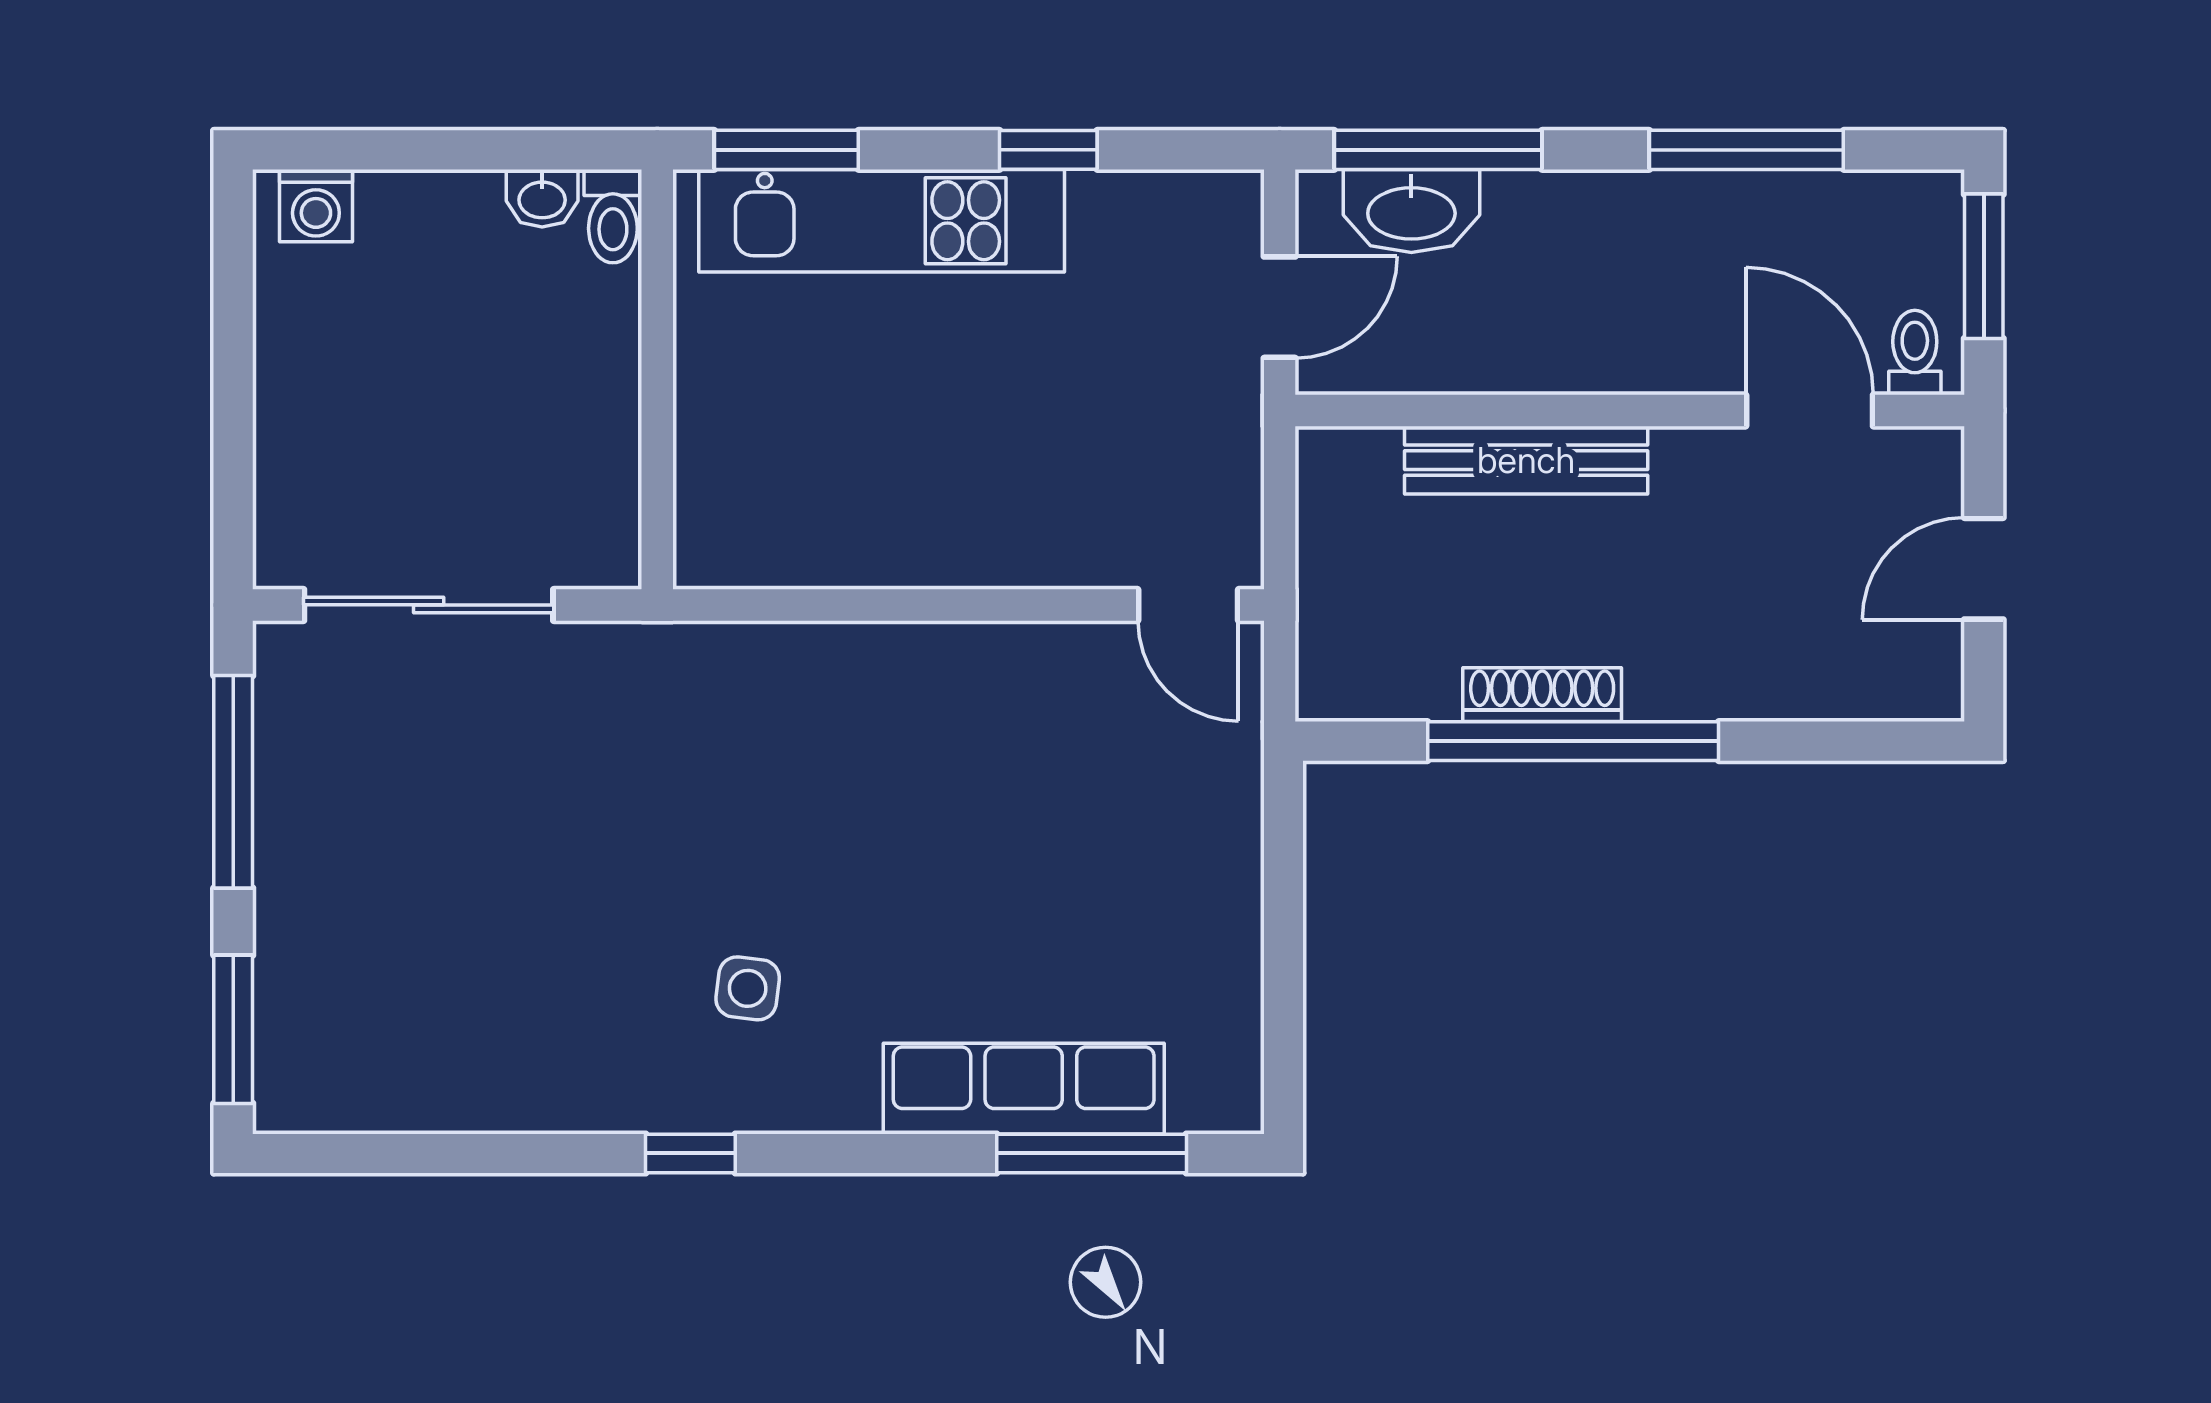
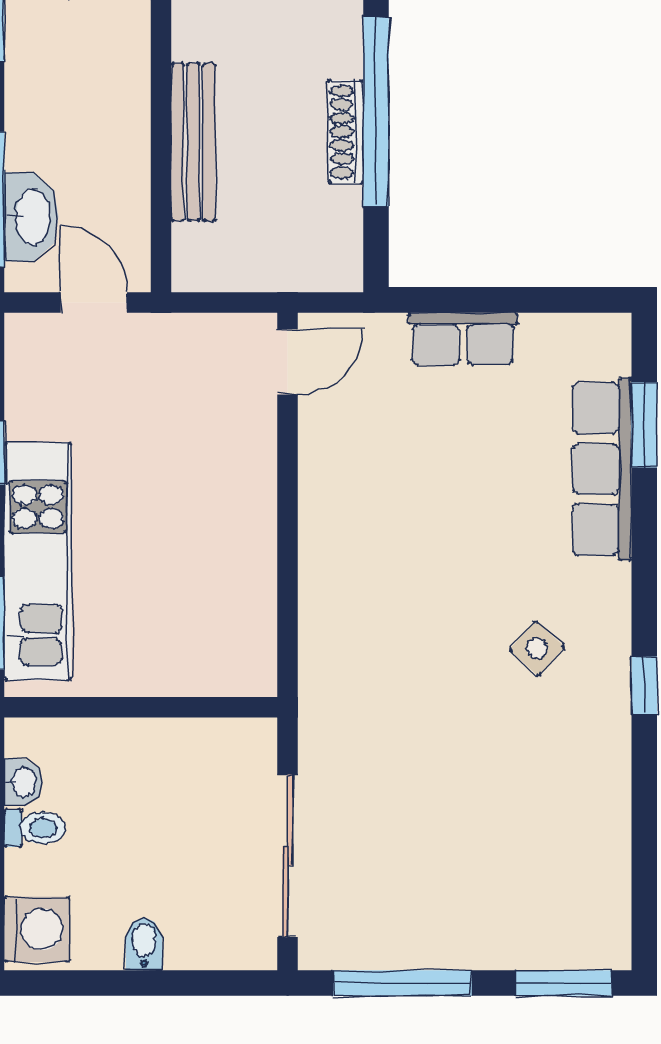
washing machine: (316, 206) -> (37, 929), width x1.38, depth x1.38
toilet: (613, 216) -> (35, 828), moved
bidet: (293, 384) -> (144, 944), added
row of seats: (1224, 875) -> (463, 339), added
side table: (748, 988) -> (537, 648), turned 35
window: (1092, 1153) -> (644, 425), width x0.69

